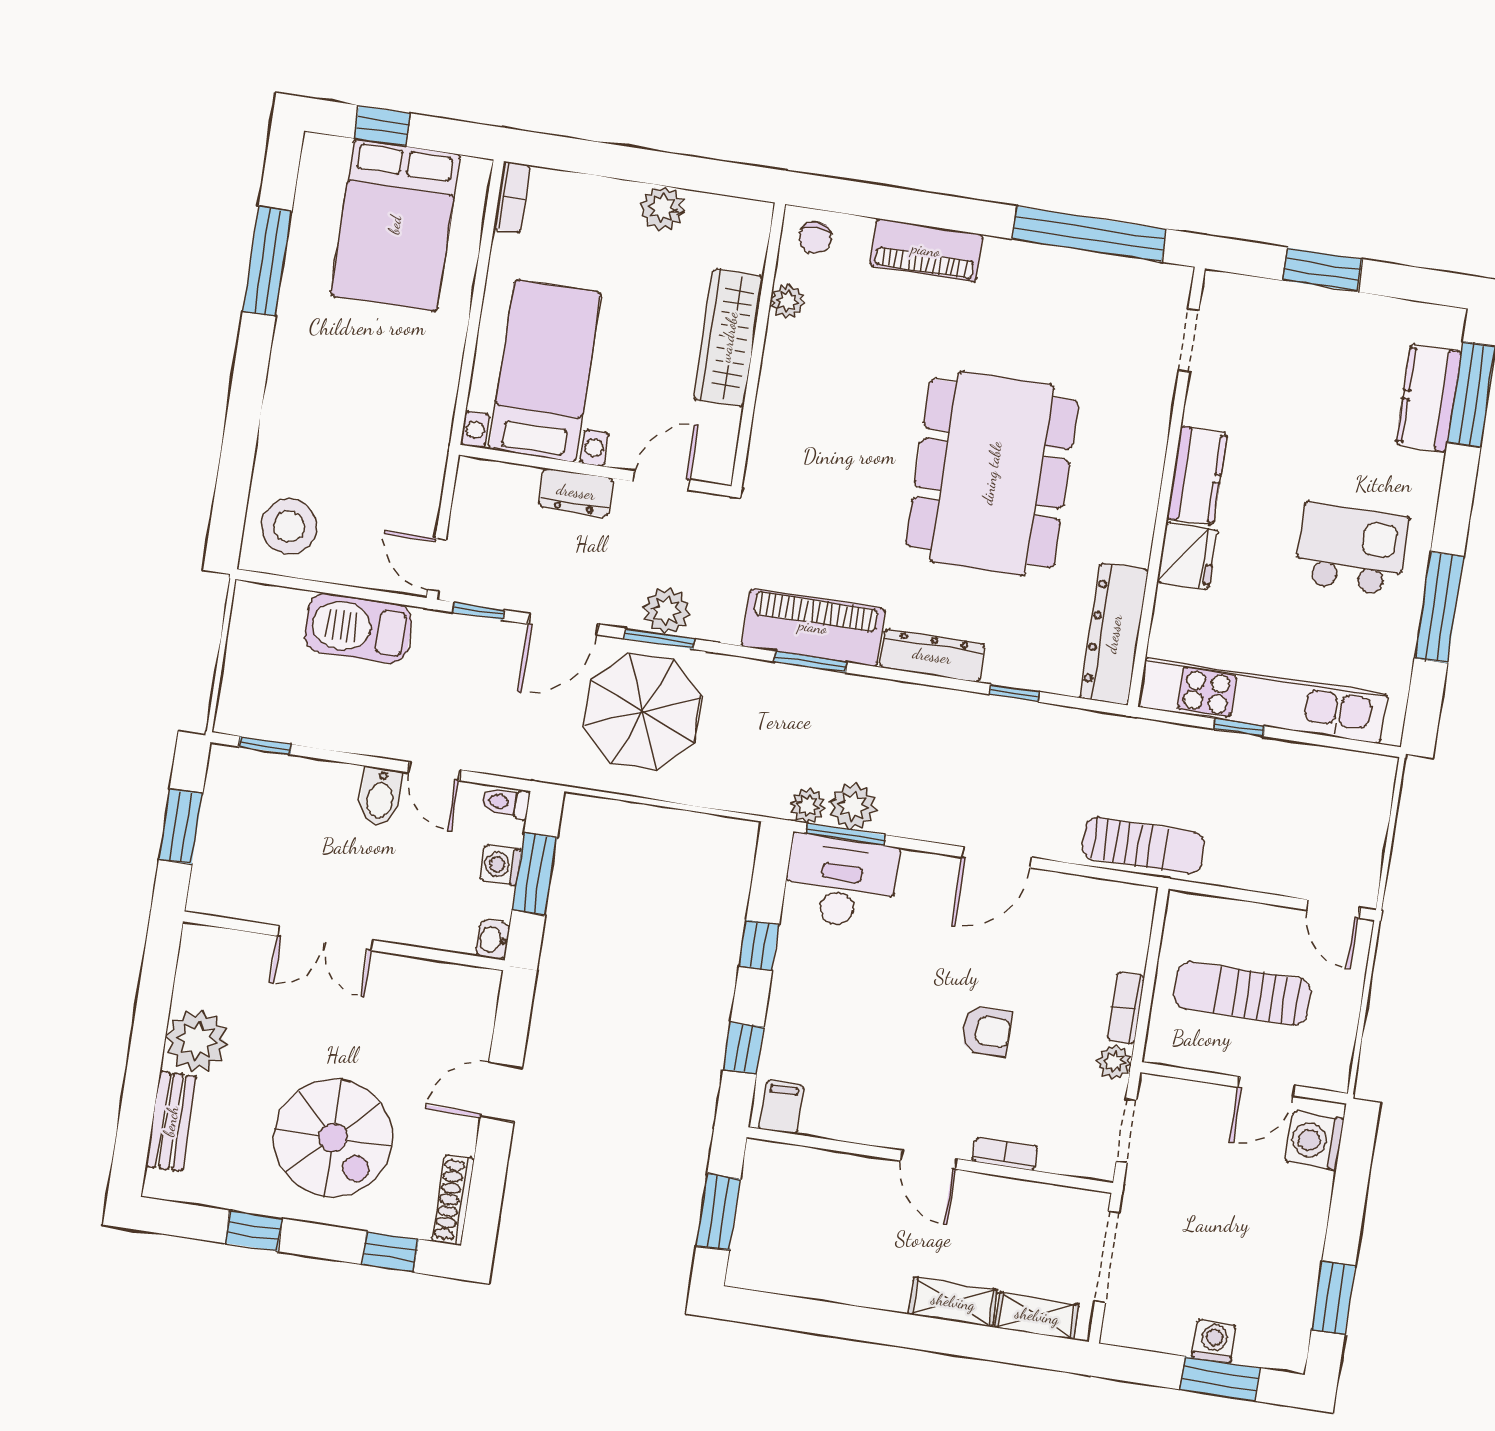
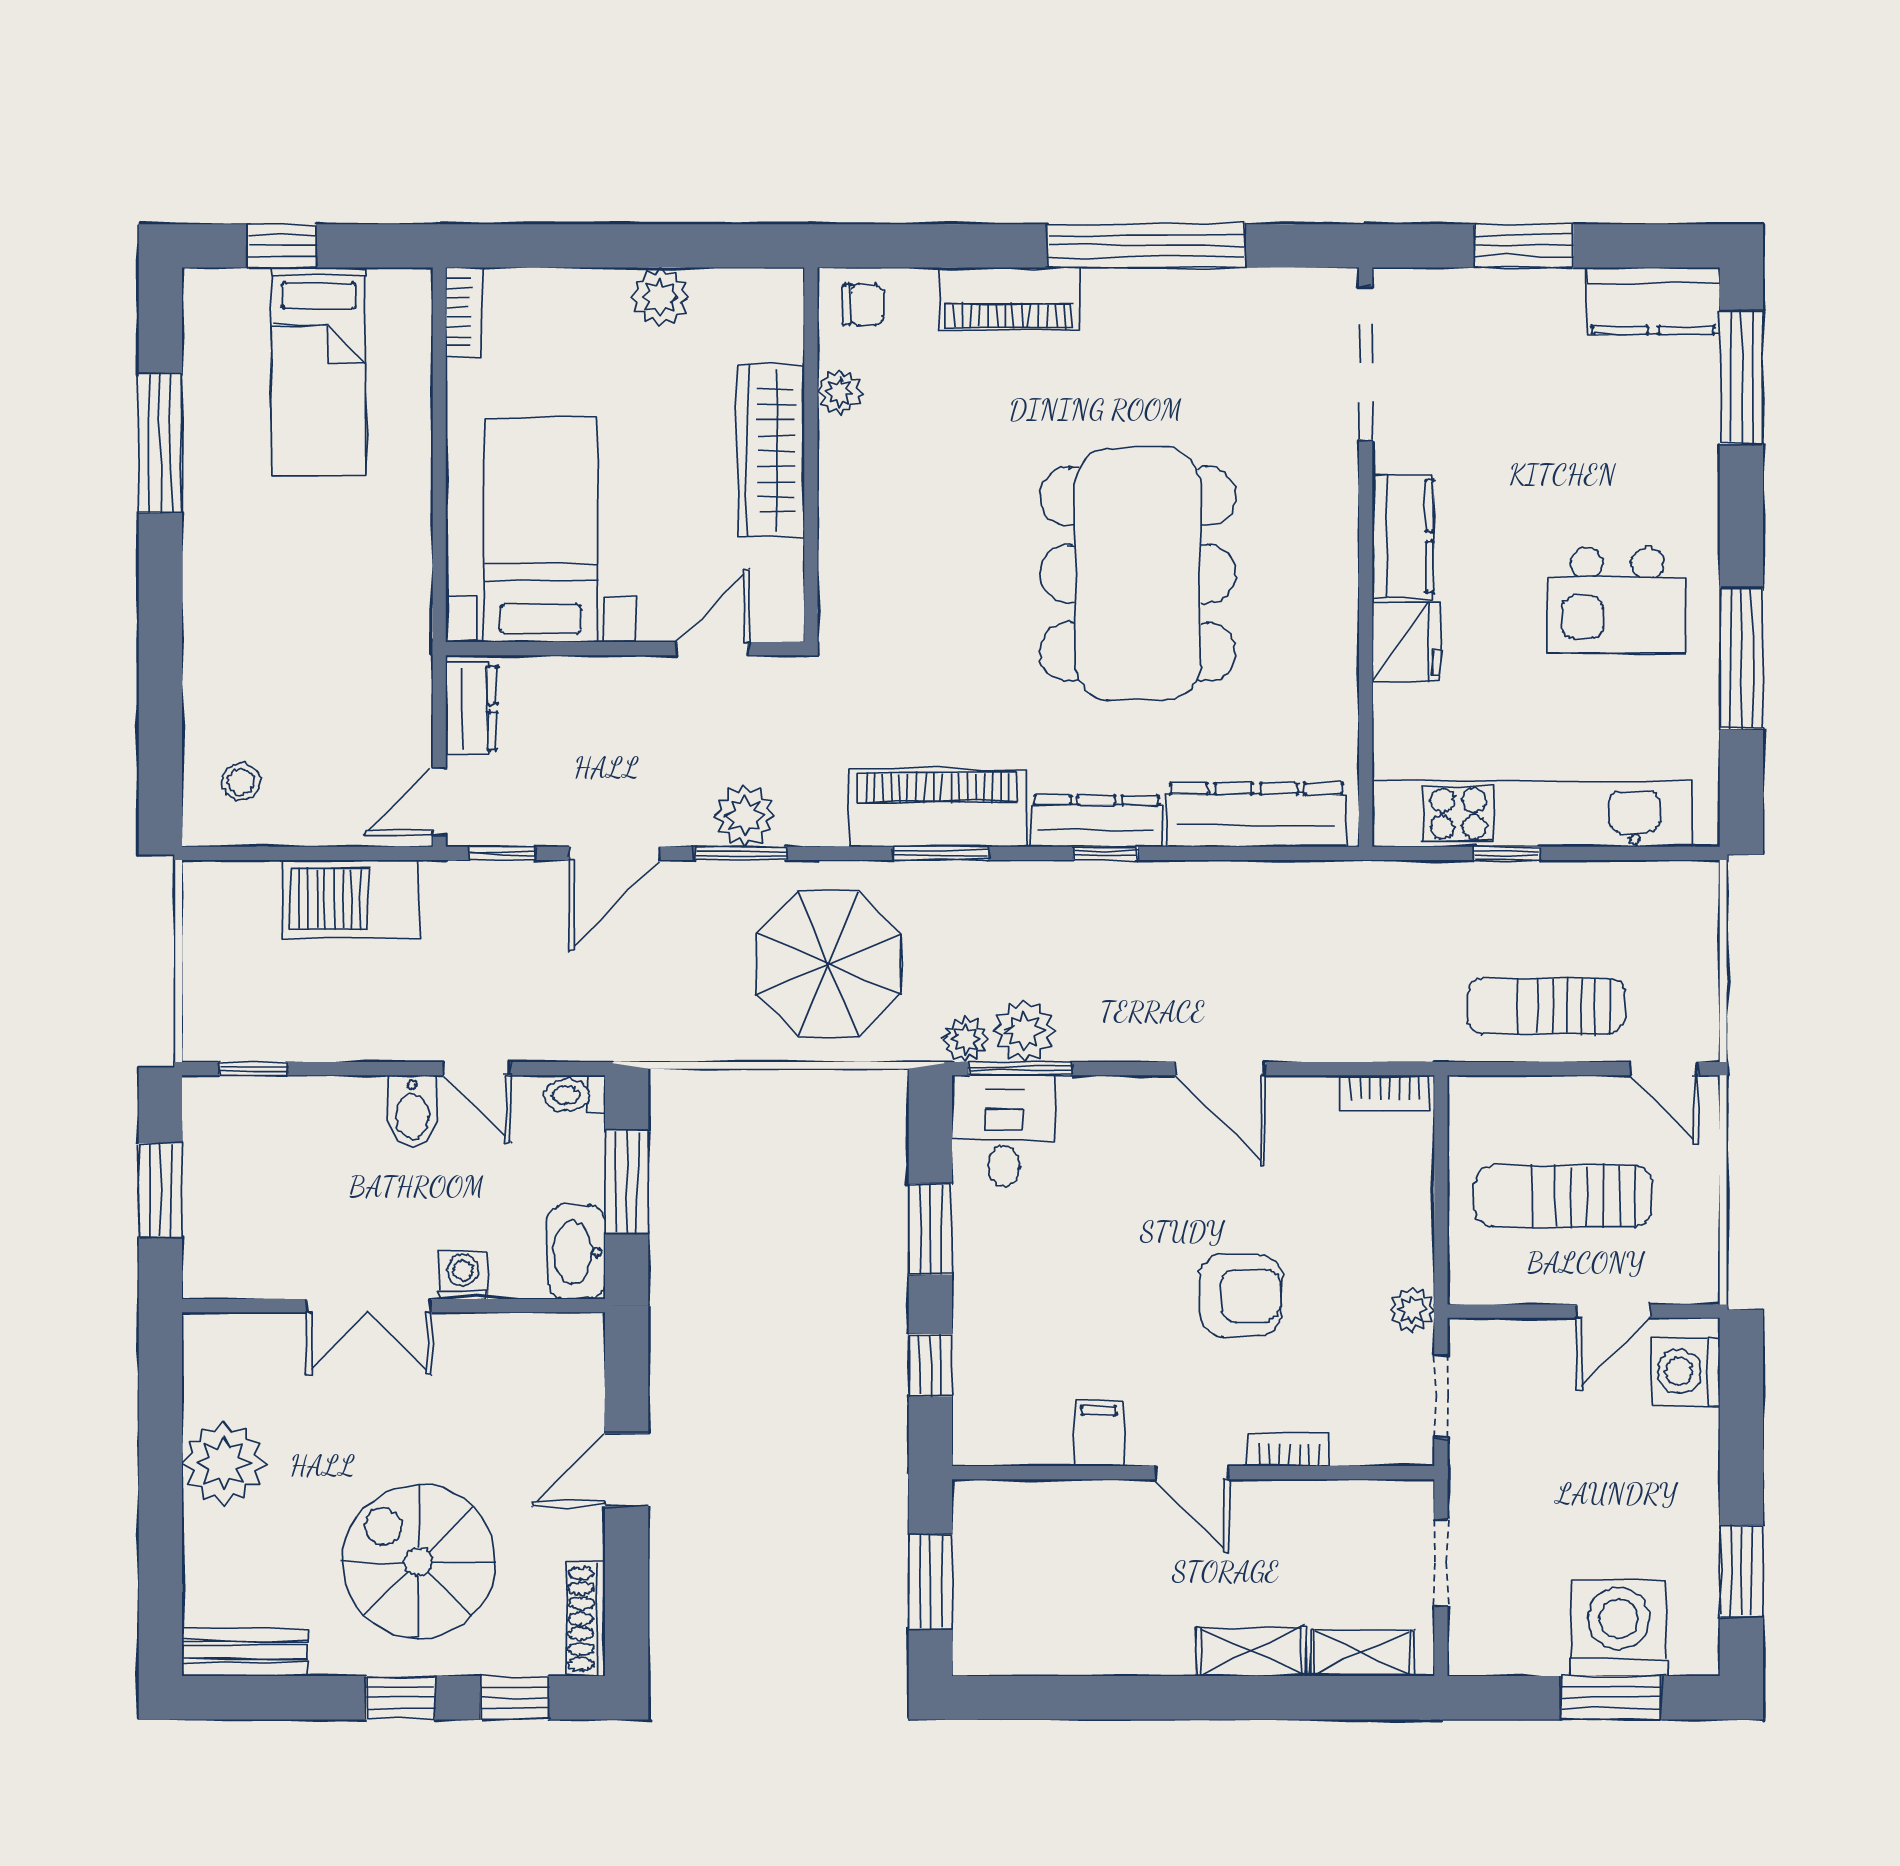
bed: (395, 225) -> (319, 371), width x0.67
window: (1089, 234) -> (1146, 246), moved
chair: (815, 238) -> (863, 305), turned -90
doorway: (1189, 340) -> (1366, 363), width x1.88
kitchen counter: (1429, 398) -> (1653, 301), moved, turned -90
dresser: (576, 492) -> (471, 708), moved, turned -90
stool: (289, 527) -> (241, 781), width x0.53, depth x0.53
kitchen island: (1352, 549) -> (1617, 600), turned 180
door: (437, 565) -> (439, 802), hinge flipped
dresser: (1114, 634) -> (1256, 815), moved, turned 90
window: (1014, 693) -> (1106, 853), moved
parasol: (643, 712) -> (828, 964), moved
sun lounger: (1143, 846) -> (1546, 1006), moved, turned 180
door: (997, 857) -> (1220, 1069), hinge flipped
washing machine: (501, 865) -> (463, 1275), moved, turned 90
desk: (841, 882) -> (1004, 1131), width x0.73
washbasin: (493, 940) -> (576, 1252), width x1.91, depth x1.45
window: (759, 945) -> (930, 1229), width x1.50
bookcase: (1126, 1008) -> (1385, 1093), moved, turned -90
armchair: (986, 1031) -> (1241, 1295), width x1.38, depth x1.38
filing cabinet: (782, 1107) -> (1099, 1434), moved
bench: (171, 1121) -> (245, 1652), moved, turned 90
spiral stairs: (333, 1138) -> (419, 1562), turned 180
window: (254, 1231) -> (401, 1698), moved
doorway: (1107, 1257) -> (1441, 1563), width x0.73
washing machine: (1214, 1341) -> (1619, 1628), width x1.89, depth x1.89

